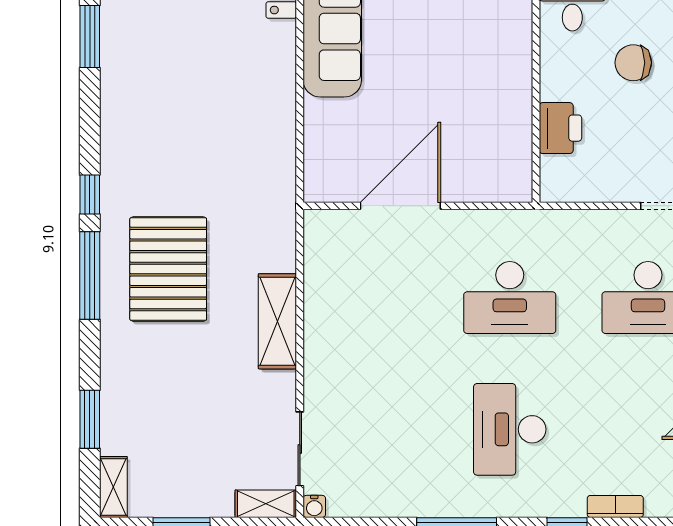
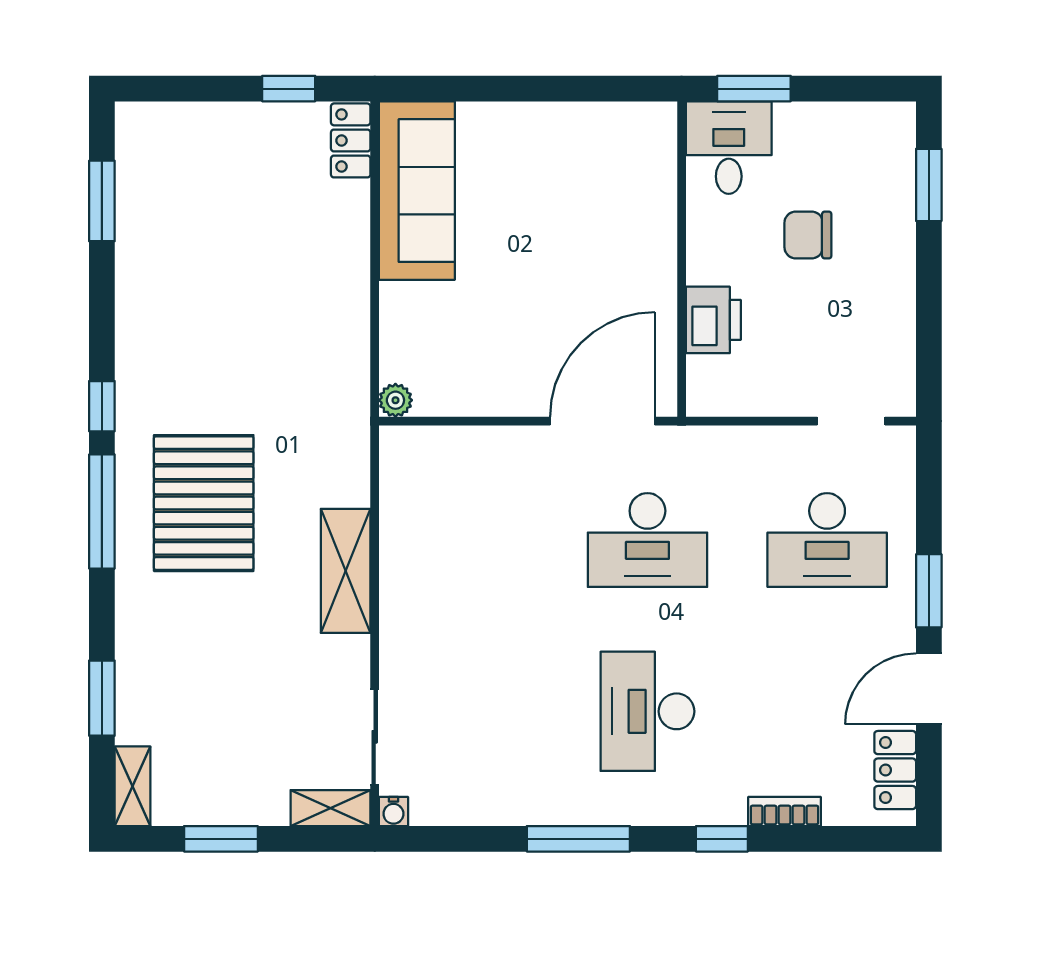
plant: (316, 190) -> (395, 400), added
door: (400, 206) -> (602, 421), moved

